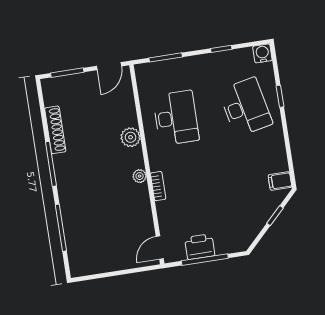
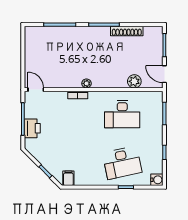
plant: (131, 137) -> (134, 81), moved
printer: (200, 247) -> (32, 128), moved

